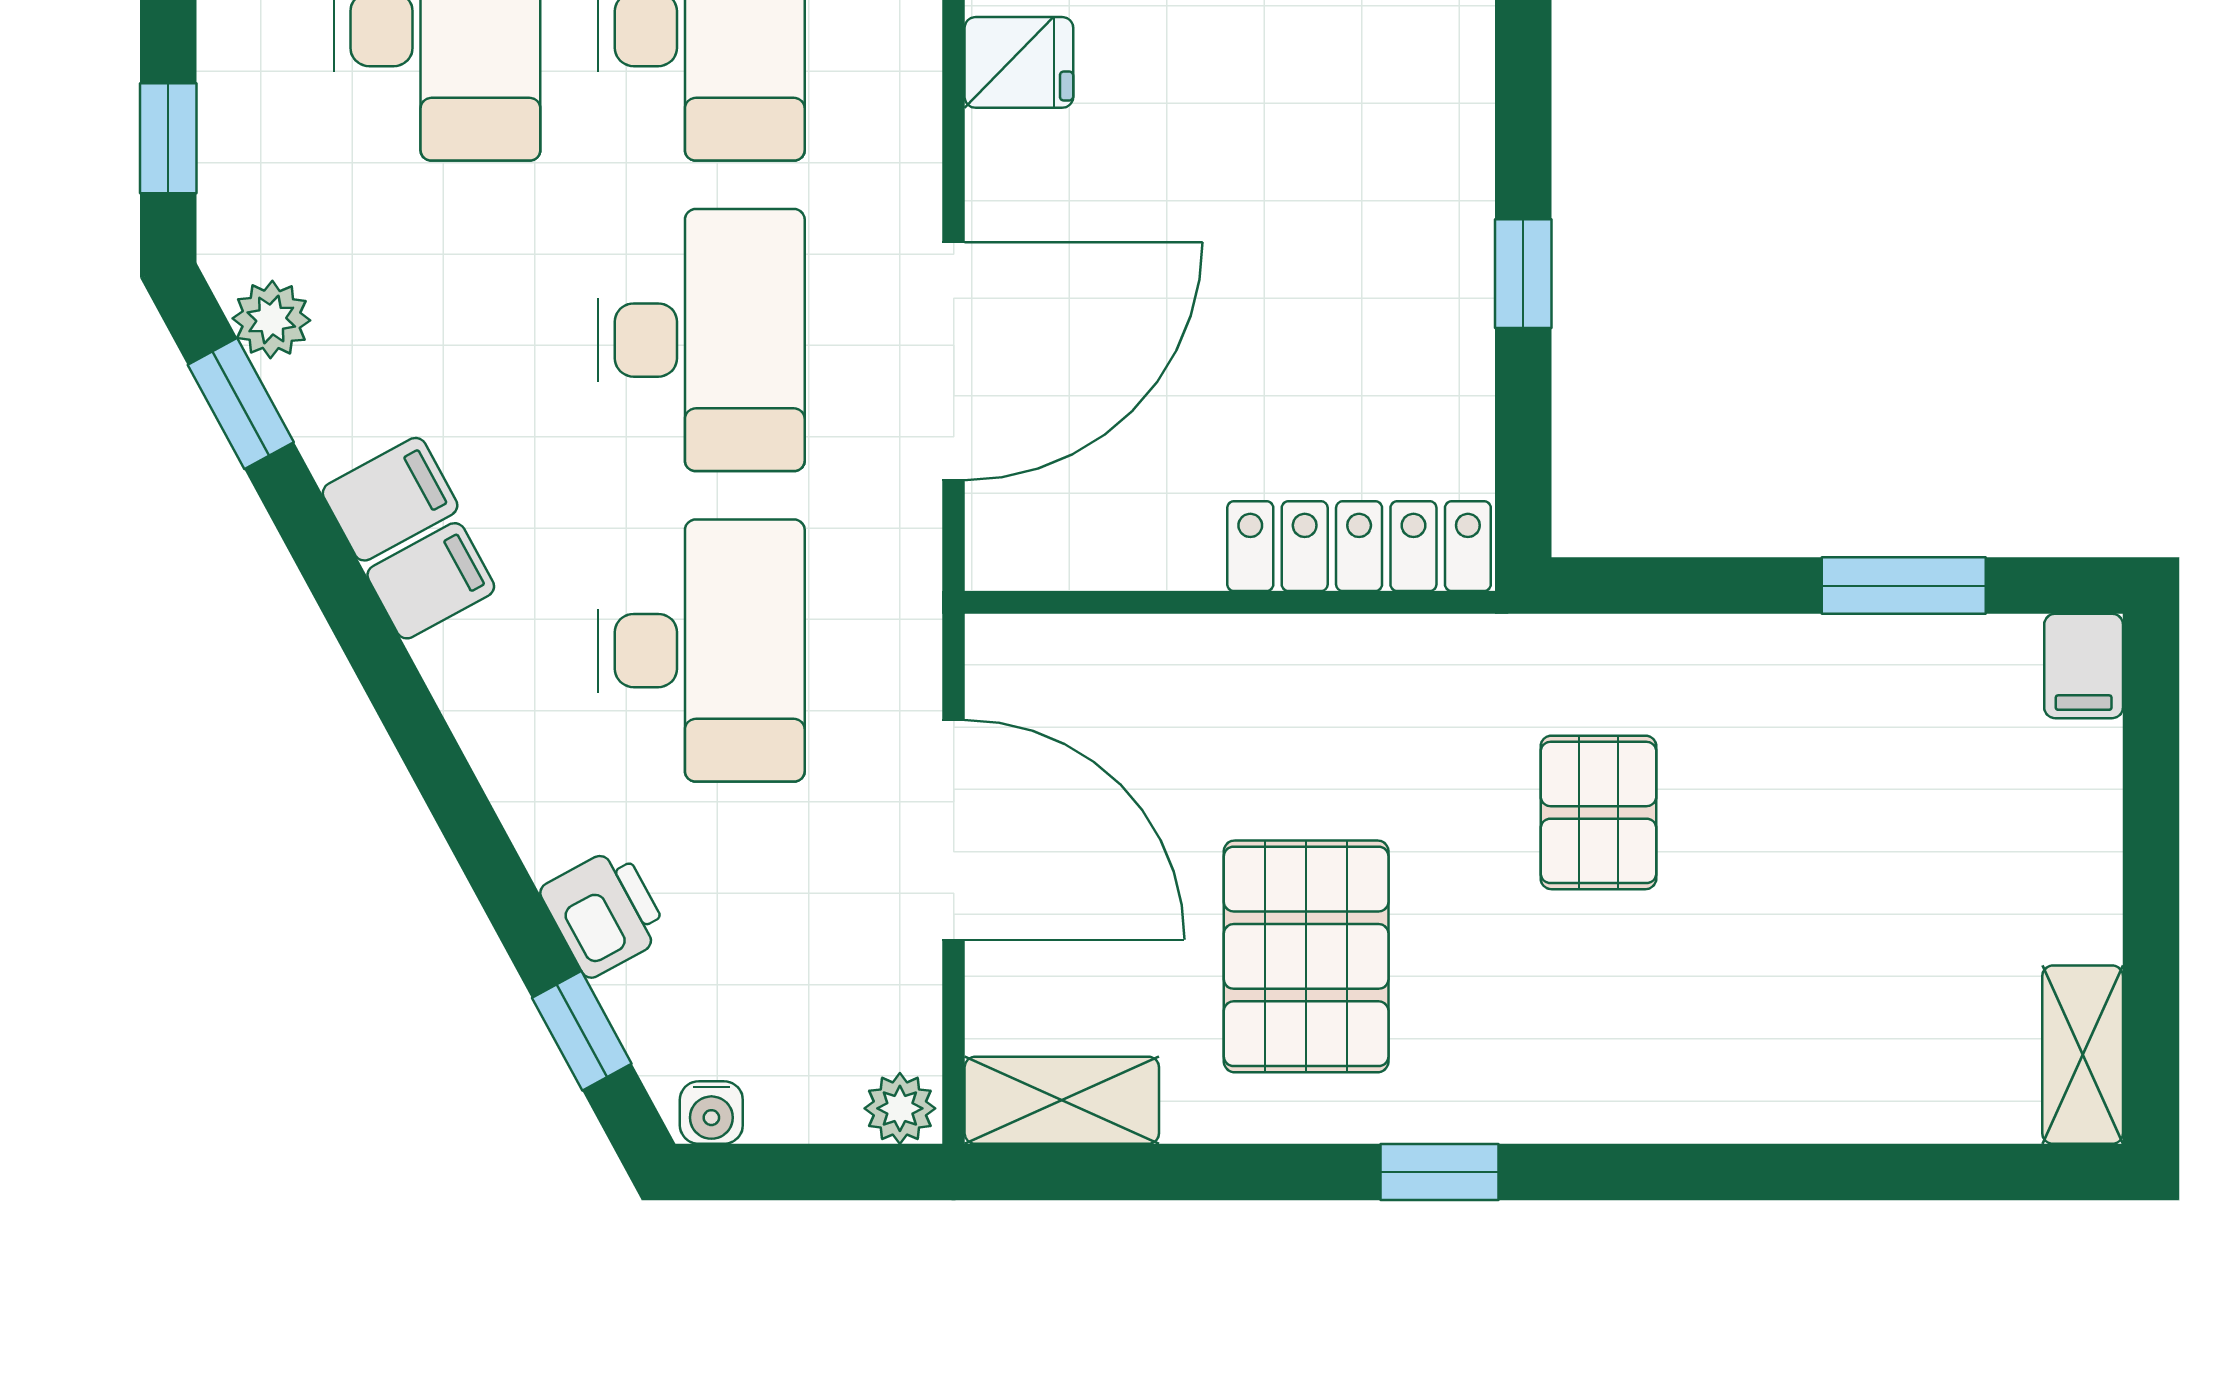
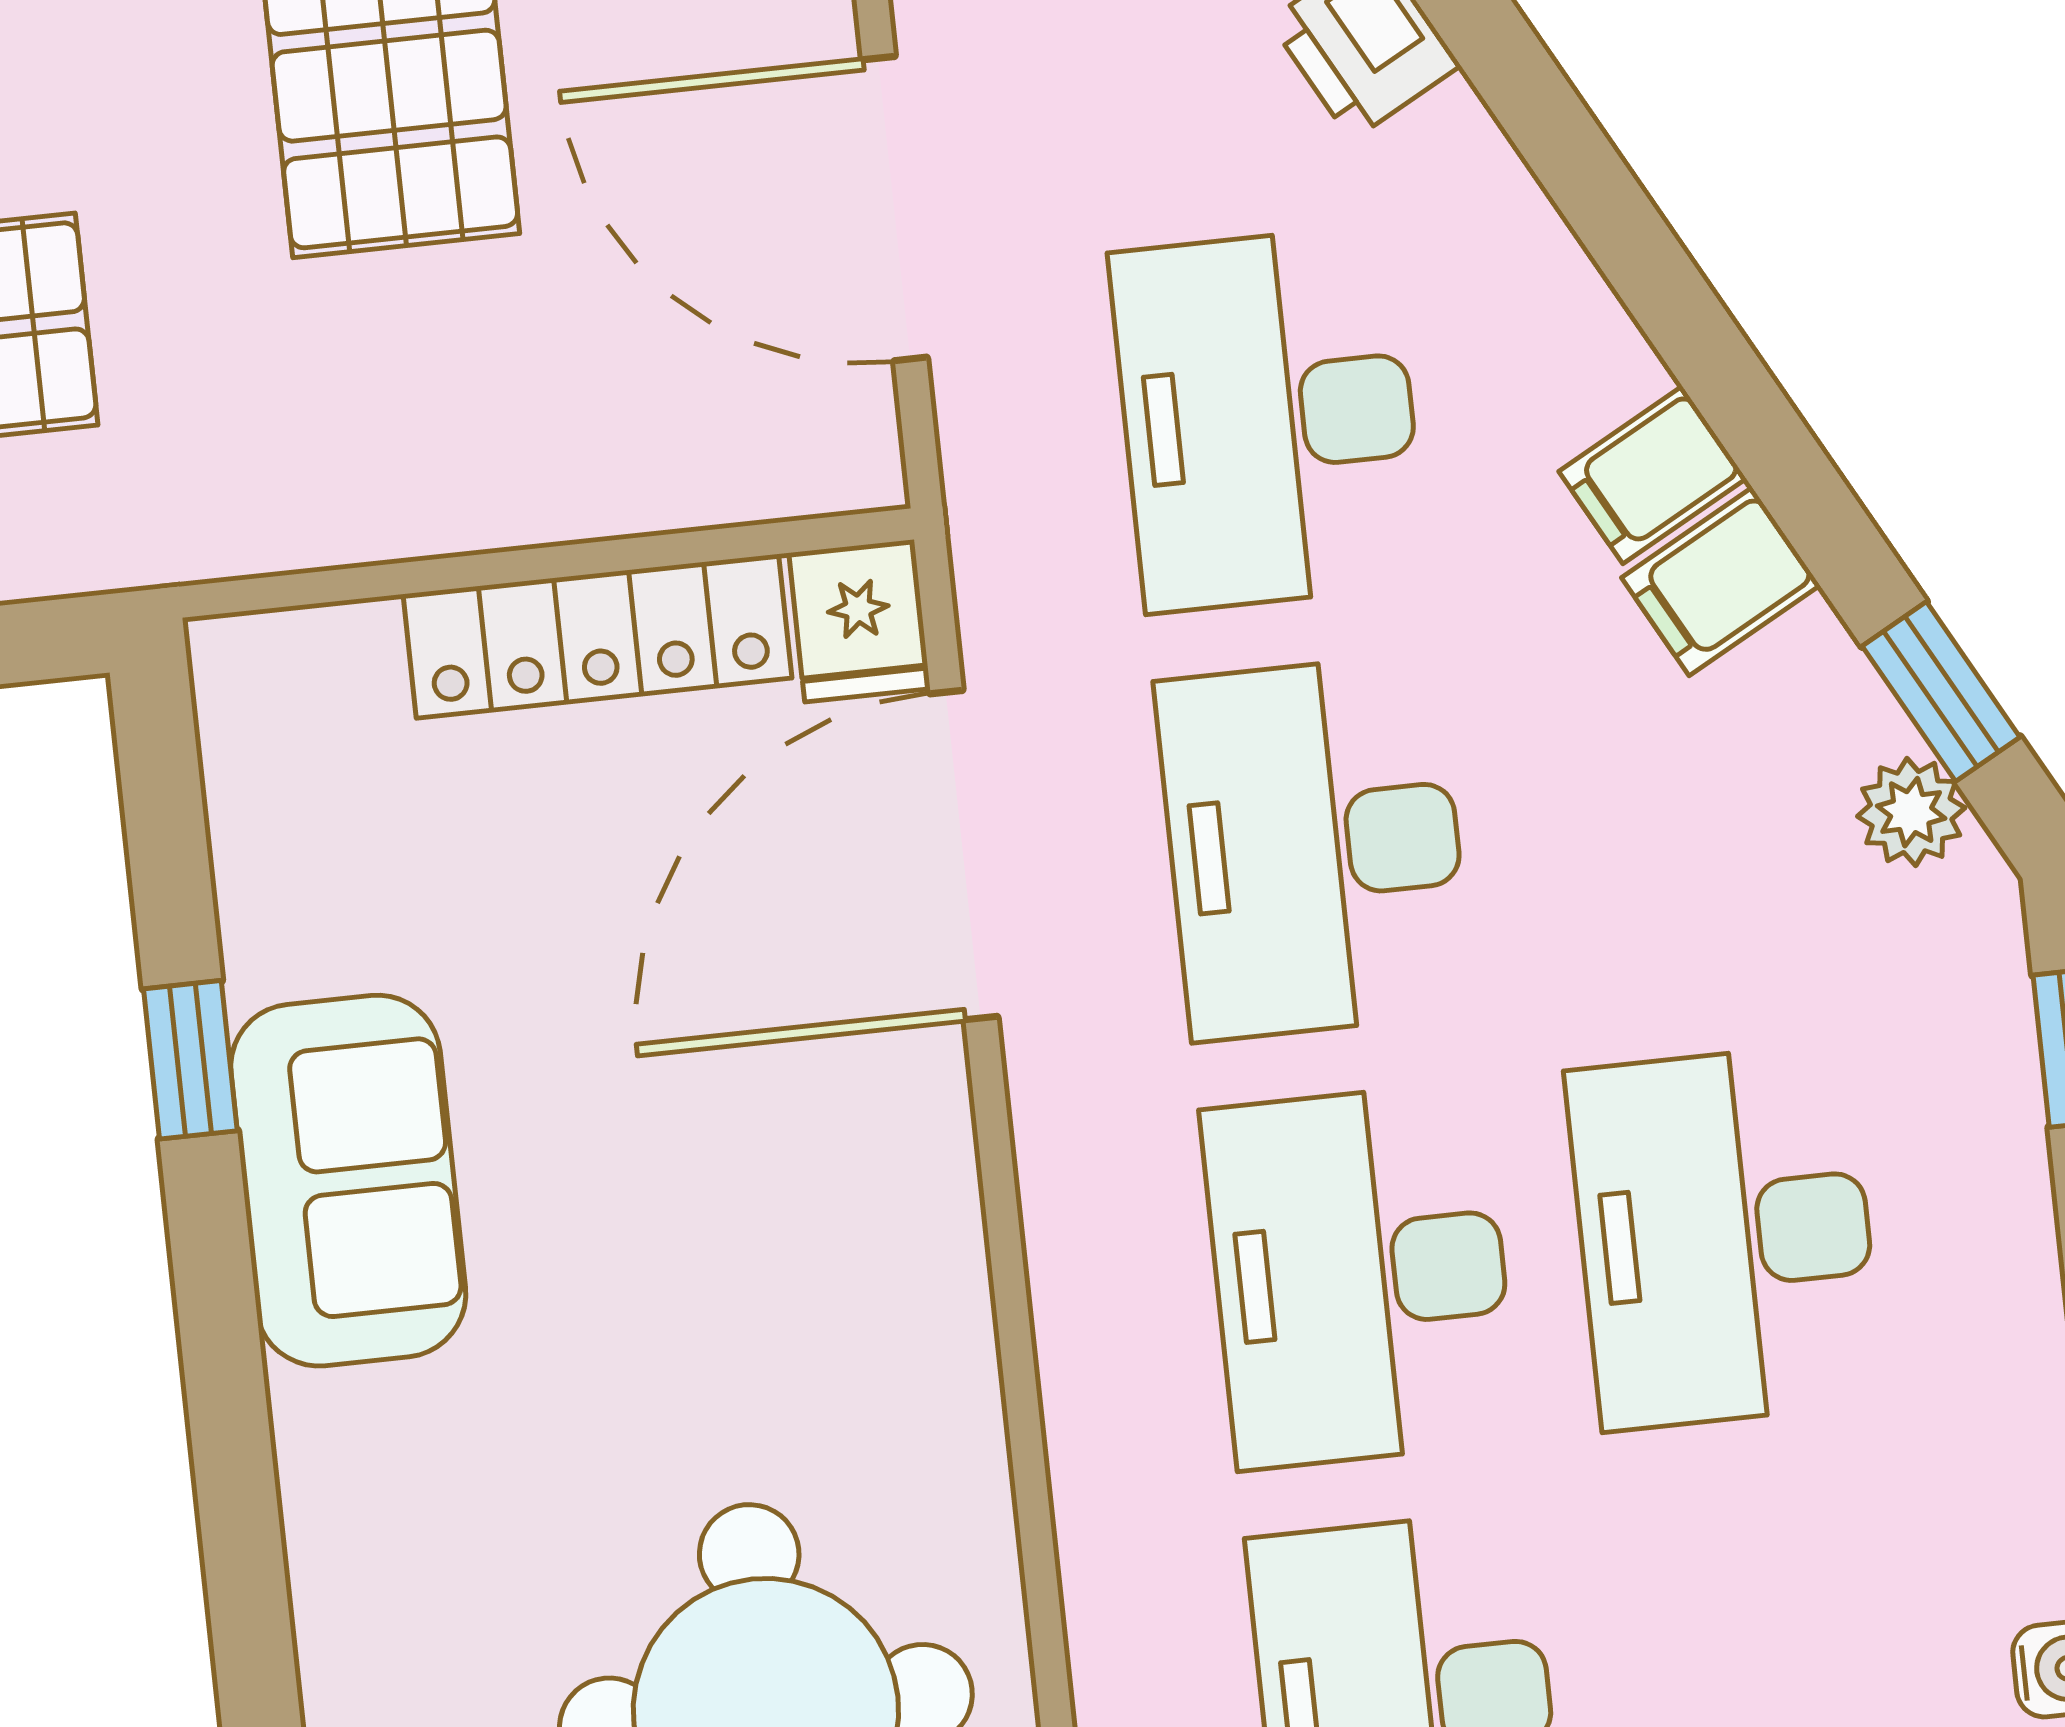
fridge: (1019, 62) -> (859, 621), moved, turned -90
sofa: (1419, 175) -> (348, 1181), added
locker: (1359, 546) -> (597, 636), moved

